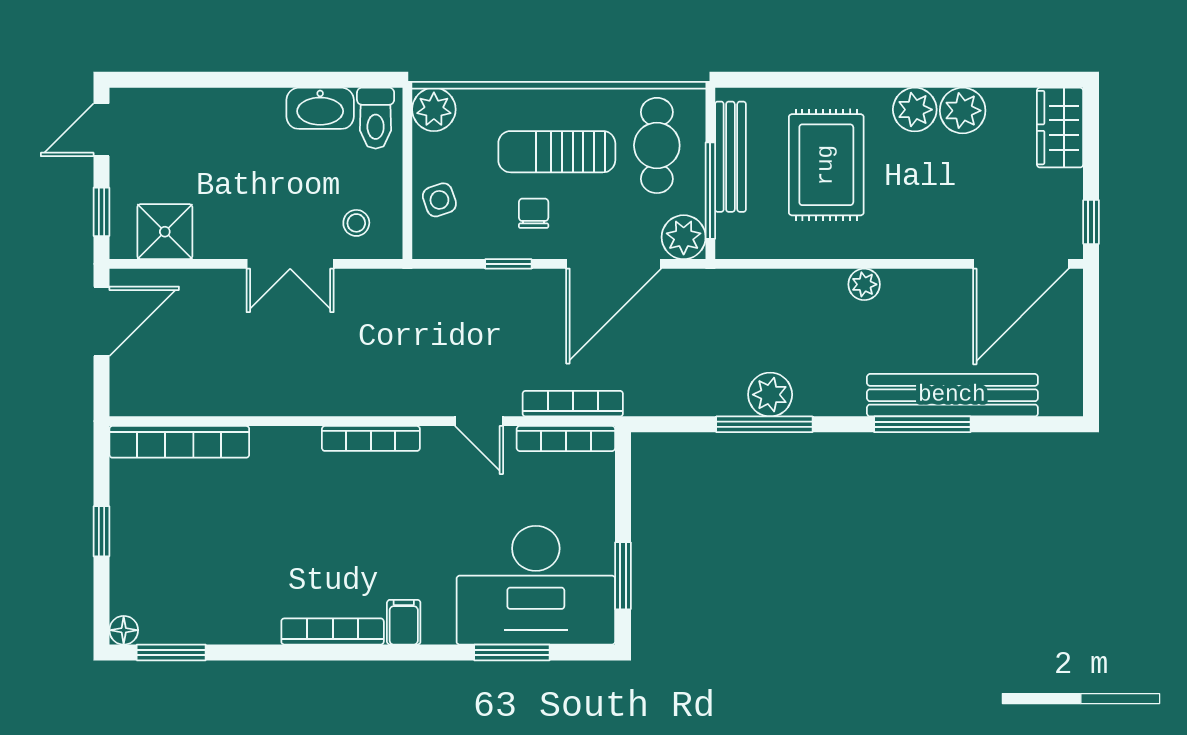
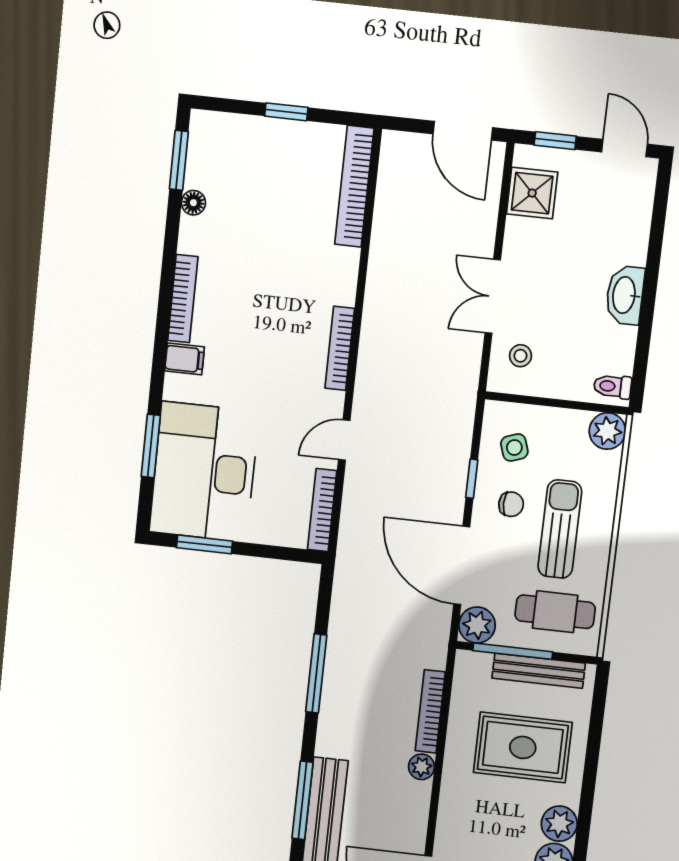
washbasin: (320, 108) -> (625, 295), moved
toilet: (376, 118) -> (613, 386), width x0.73, depth x0.72
side table: (439, 200) -> (514, 448), moved
plant: (770, 395) -> (340, 681), removed
bookcase: (573, 404) -> (430, 711), moved, turned 180
floor lamp: (124, 630) -> (193, 203), moved

